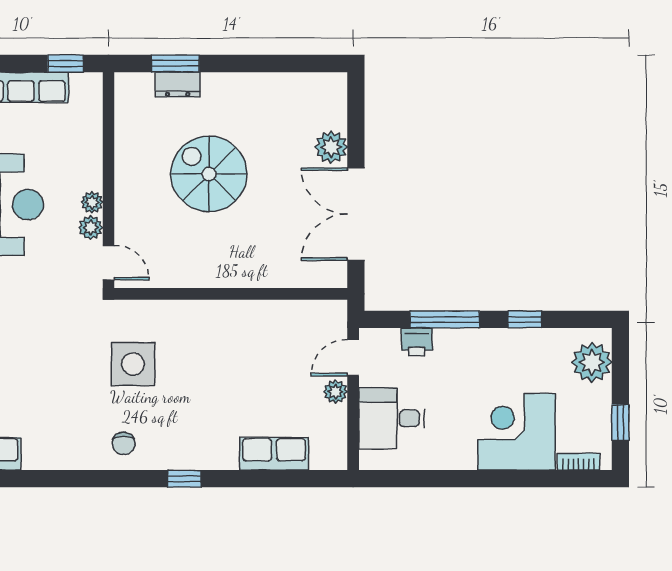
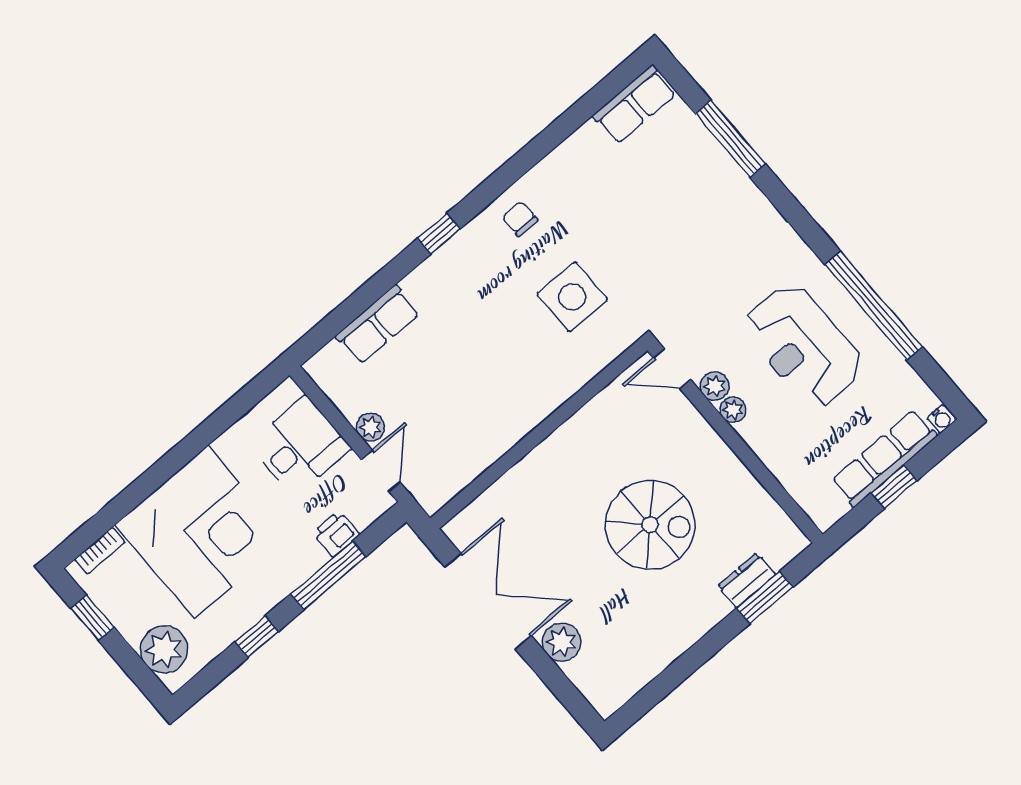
window: (66, 63) -> (894, 487), moved
corner desk: (516, 432) -> (201, 532), width x1.36, depth x1.36

